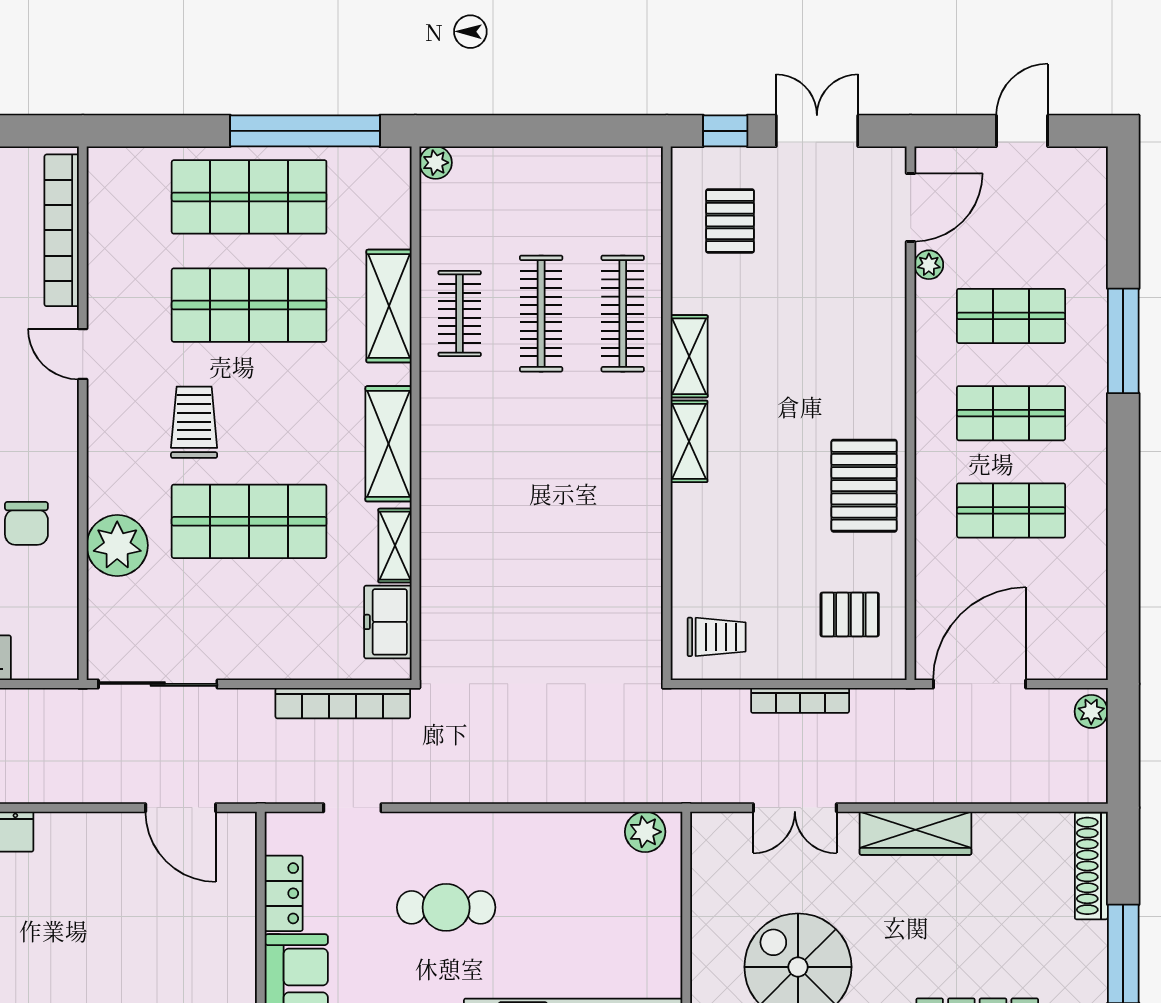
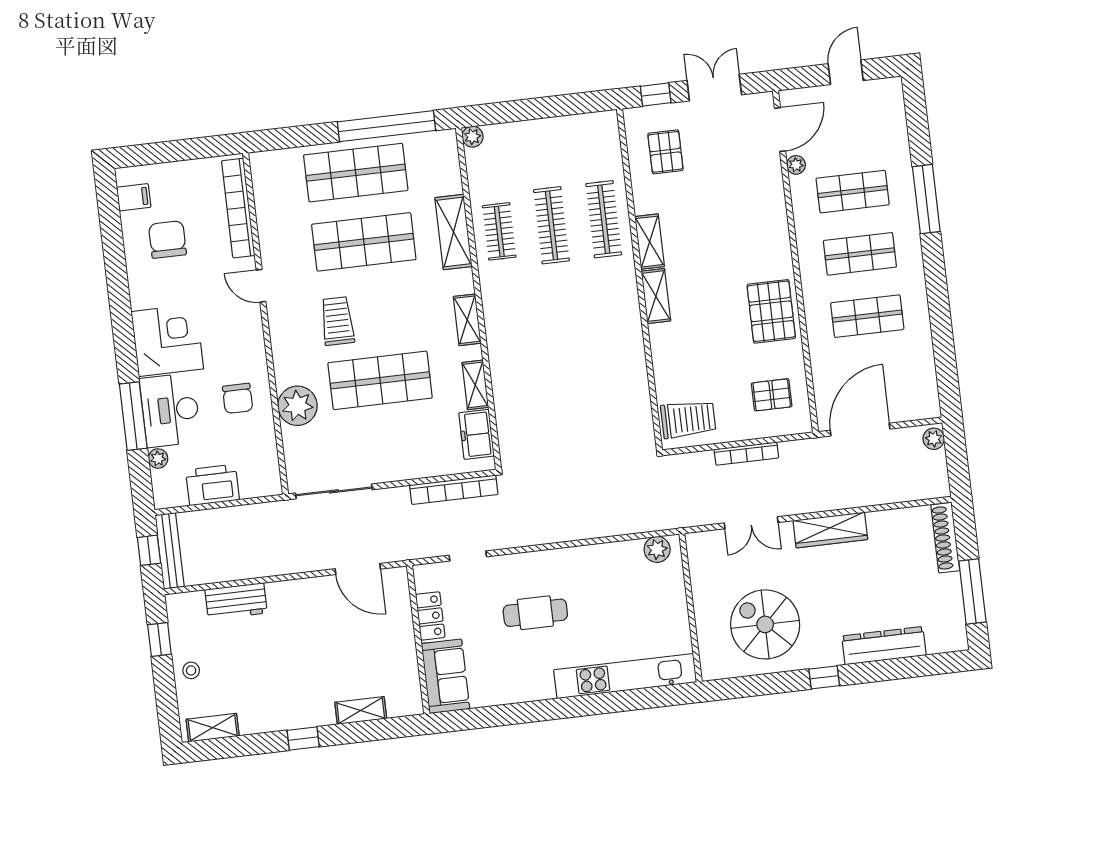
shelving: (389, 444) -> (467, 320), width x0.67, depth x0.75
trolley: (717, 637) -> (688, 419), width x1.36, depth x1.39

